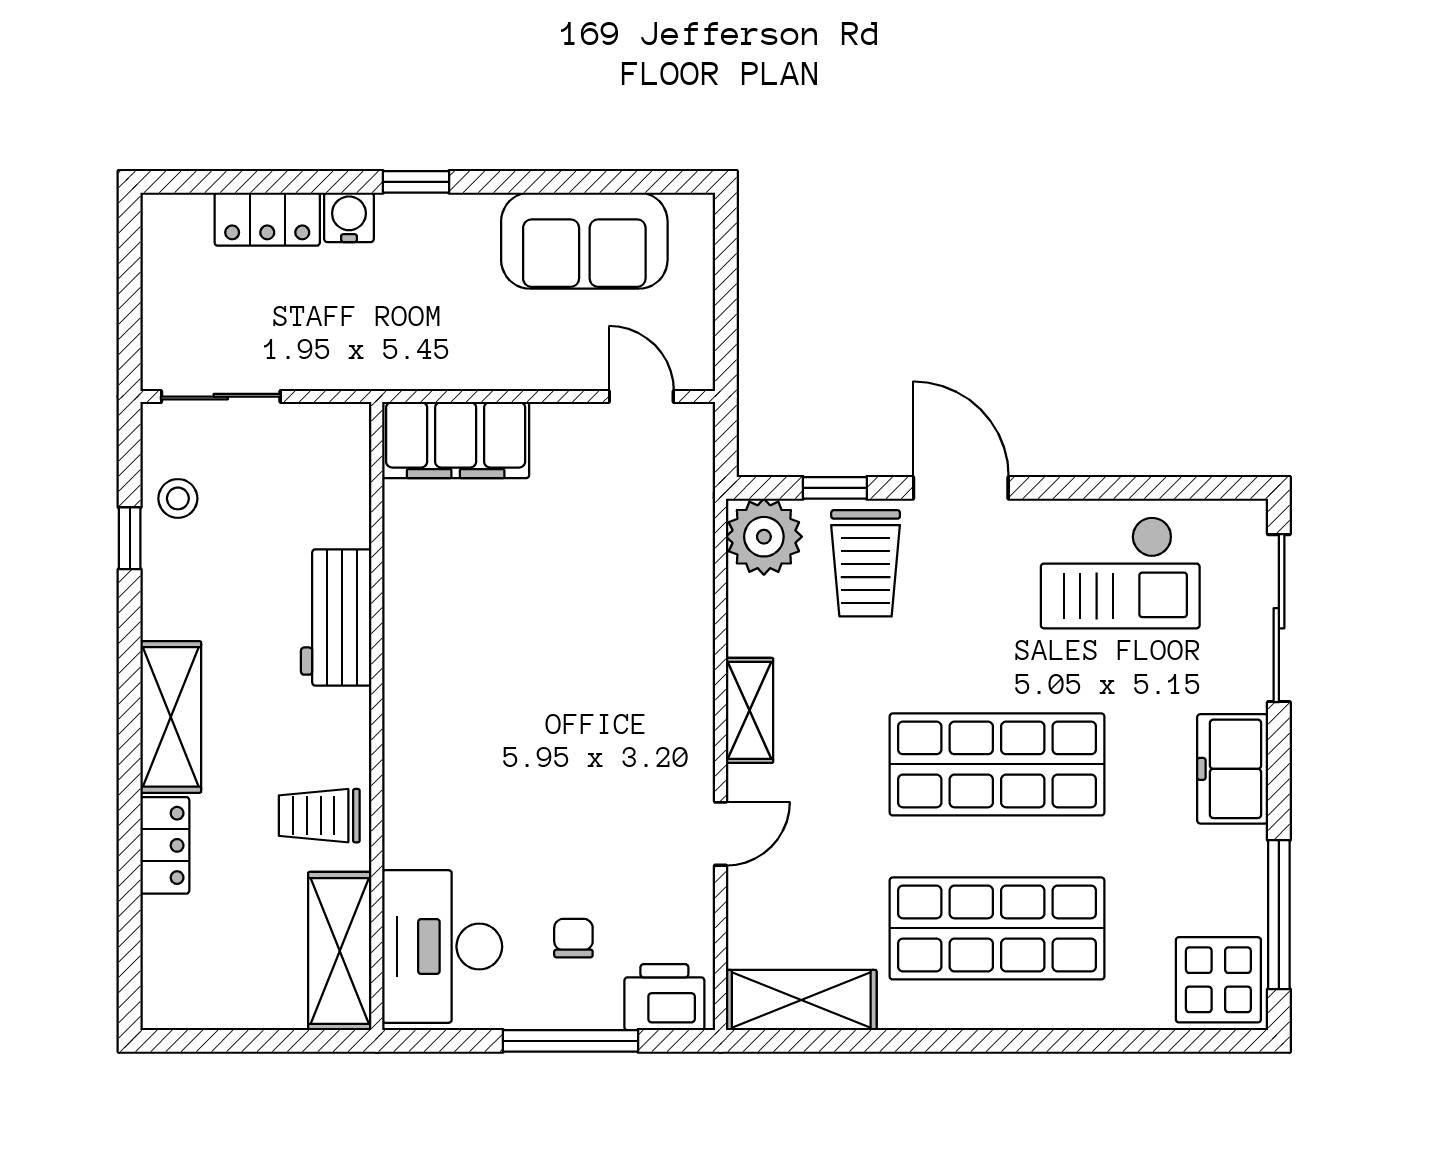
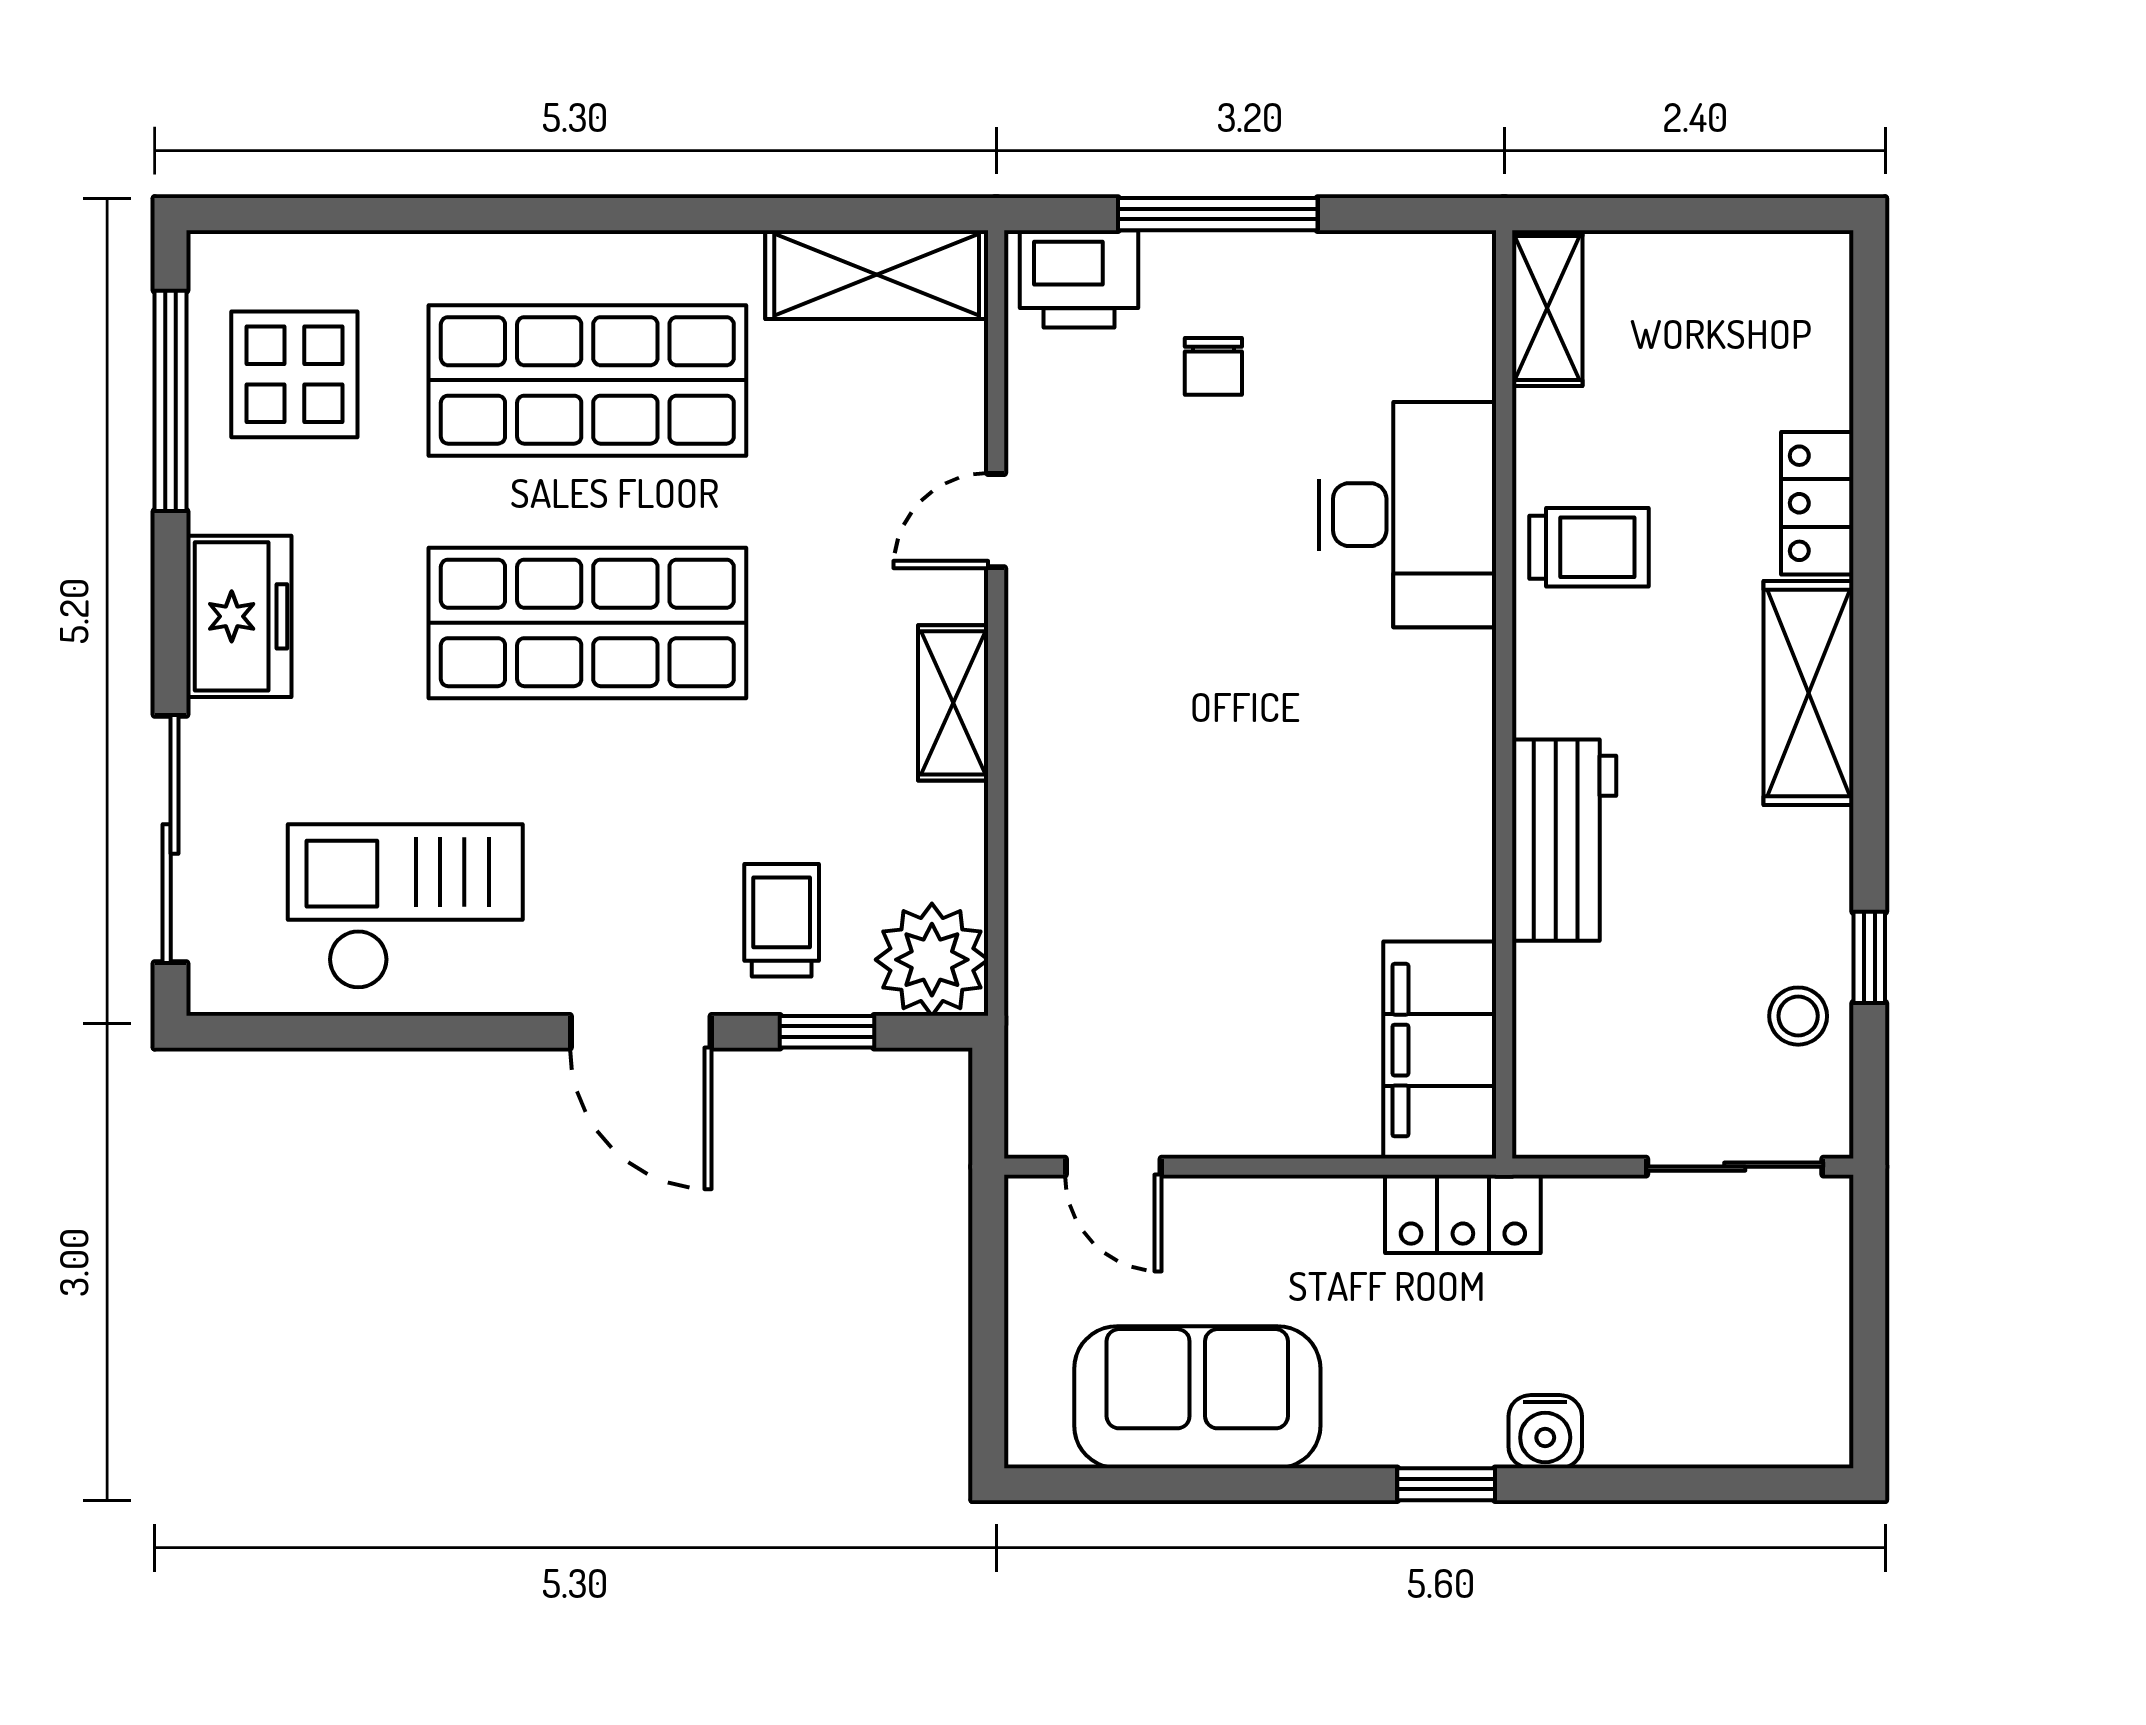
locker: (267, 219) -> (1463, 1214), moved, turned 180
filing cabinet: (456, 440) -> (1440, 1050), moved, turned -90
trolley: (866, 563) -> (782, 920), width x0.73, depth x0.72
desk: (442, 947) -> (1408, 515), moved
shelving: (340, 951) -> (1547, 308), width x0.67, depth x0.75
display table: (1218, 980) -> (294, 374), moved

